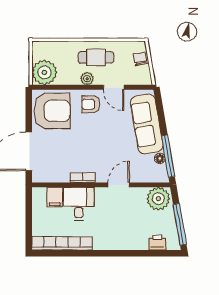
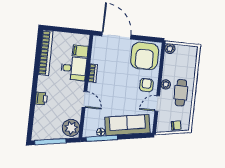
plant: (44, 72) -> (170, 49), width x0.53, depth x0.53
printer: (157, 243) -> (41, 98), moved

